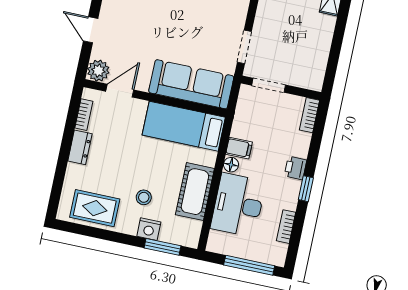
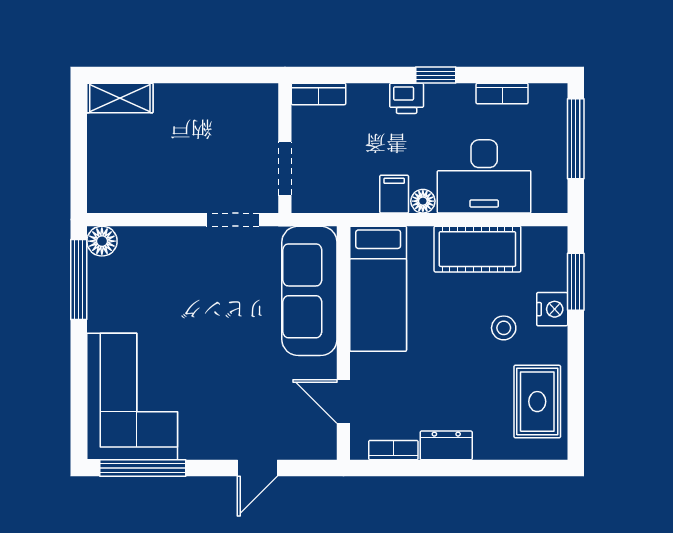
plant: (98, 71) -> (319, 442), removed

